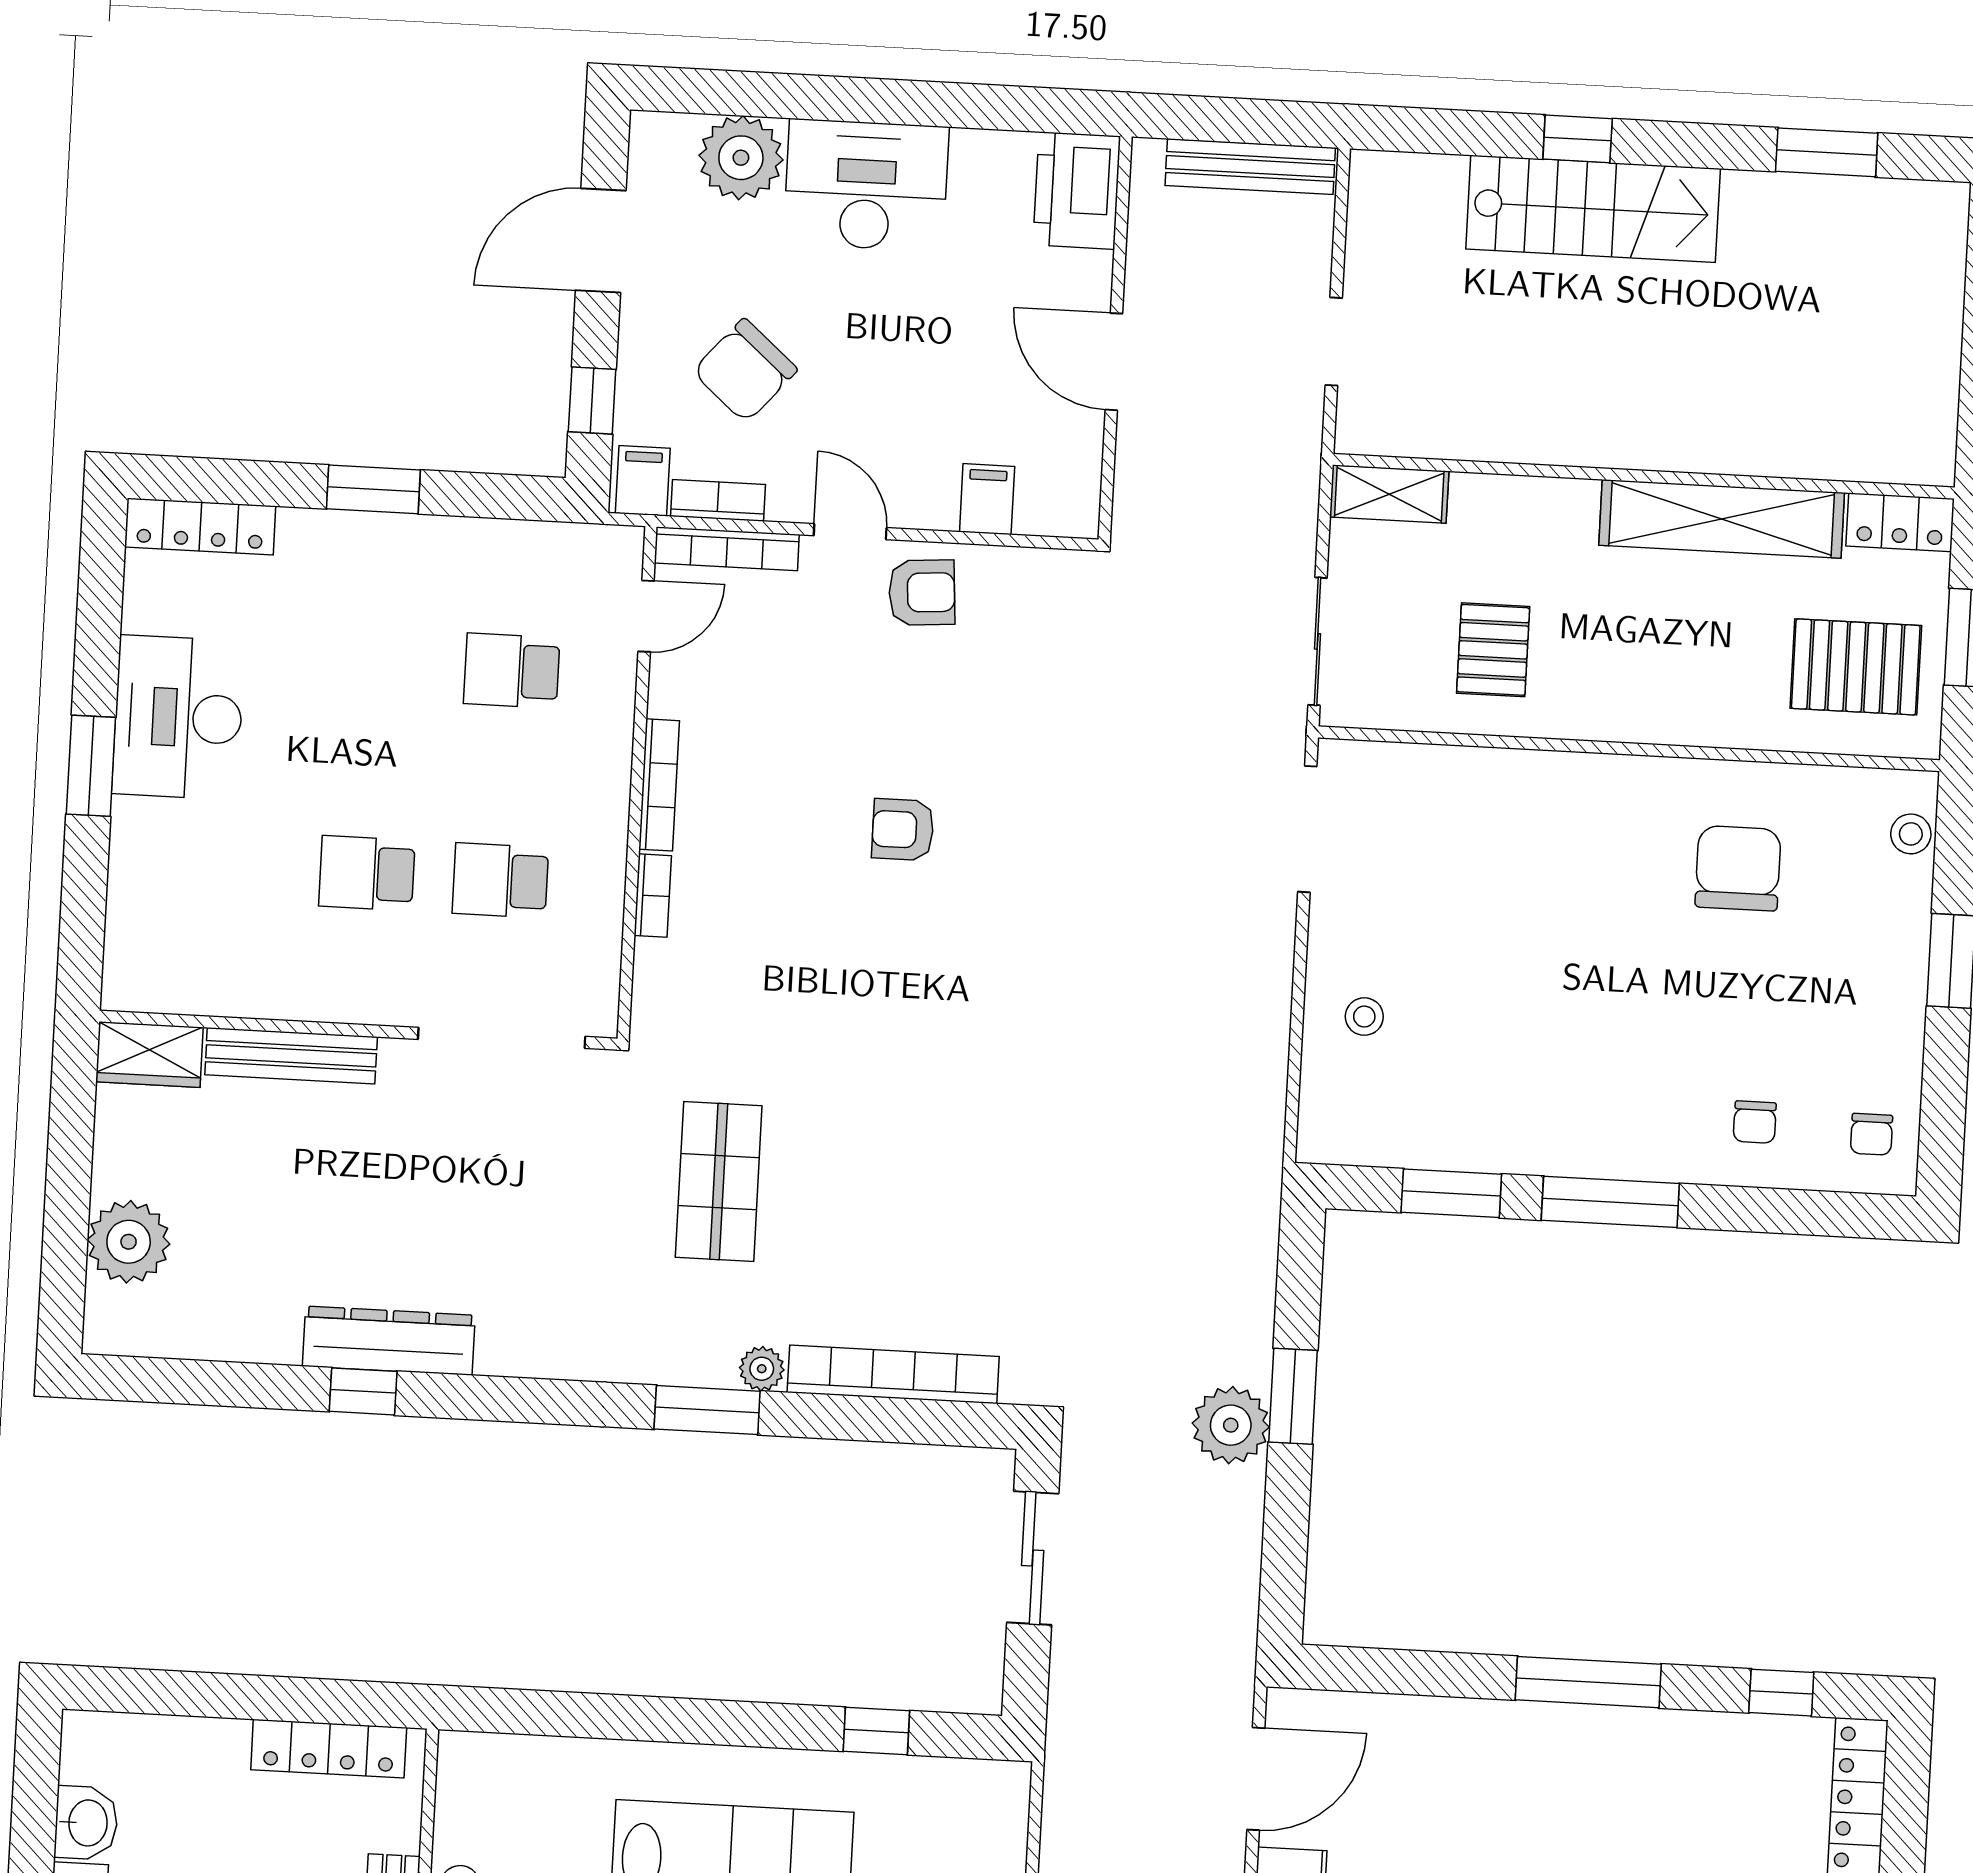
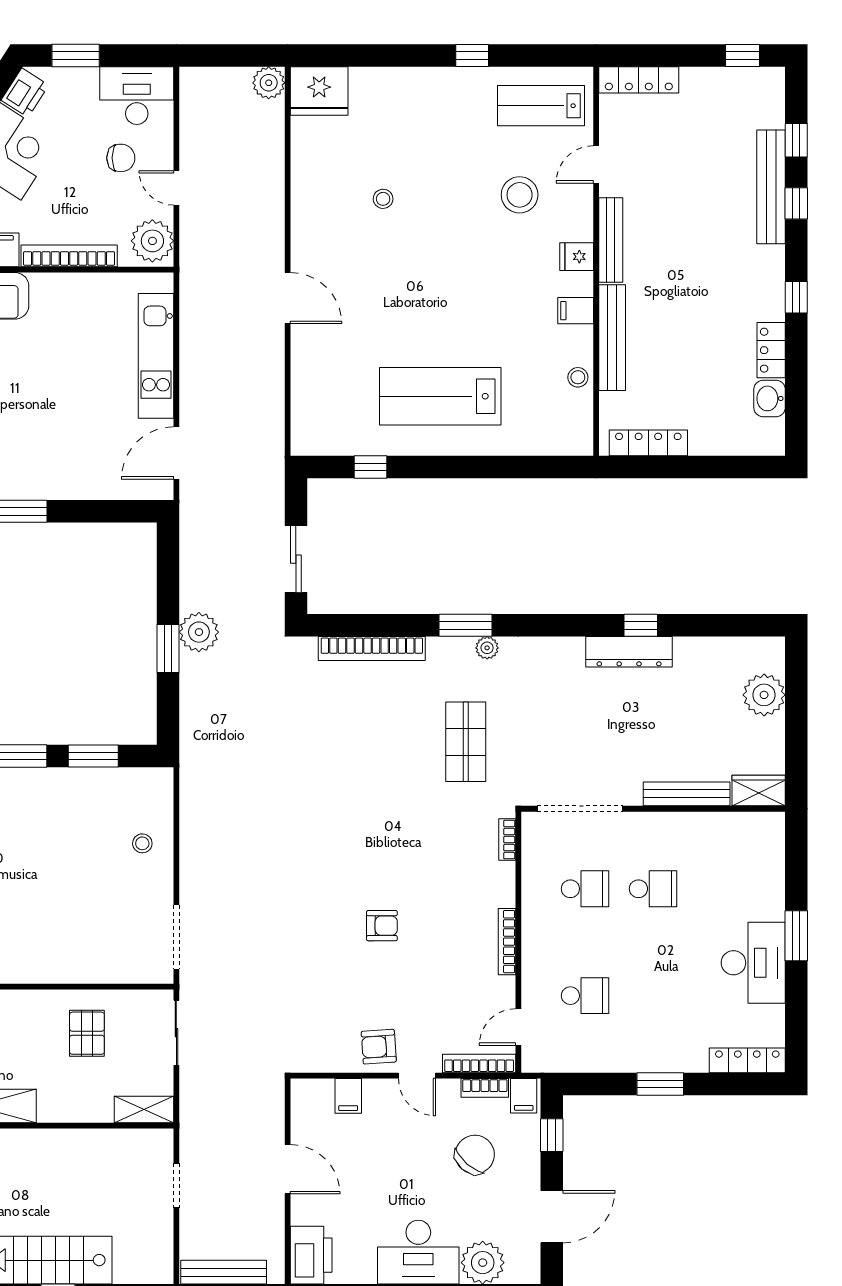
bookcase: (653, 896) -> (507, 840), moved
plant: (762, 1369) -> (487, 648), moved

